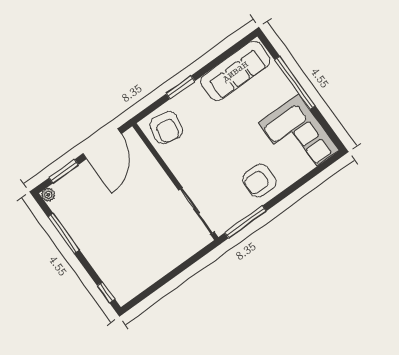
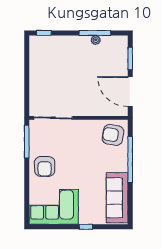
window: (295, 83) -> (86, 227), width x0.32
window: (181, 87) -> (130, 160), width x2.11
armchair: (259, 181) -> (45, 166), turned 180
plant: (48, 195) -> (96, 40), moved

